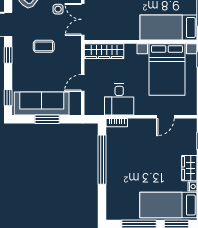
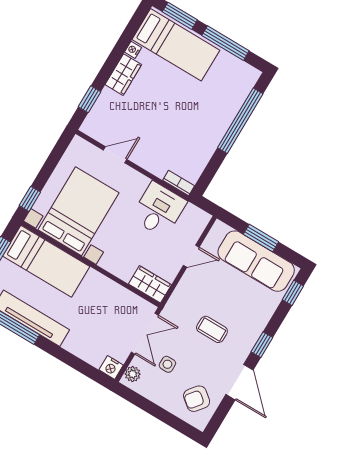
wardrobe: (104, 51) -> (150, 284), width x0.67
window: (102, 160) -> (240, 121), moved

